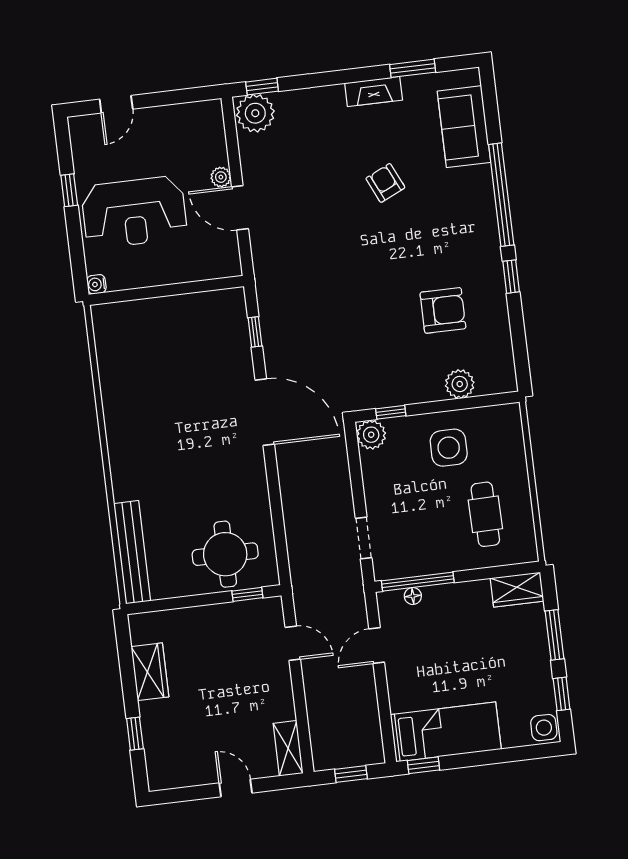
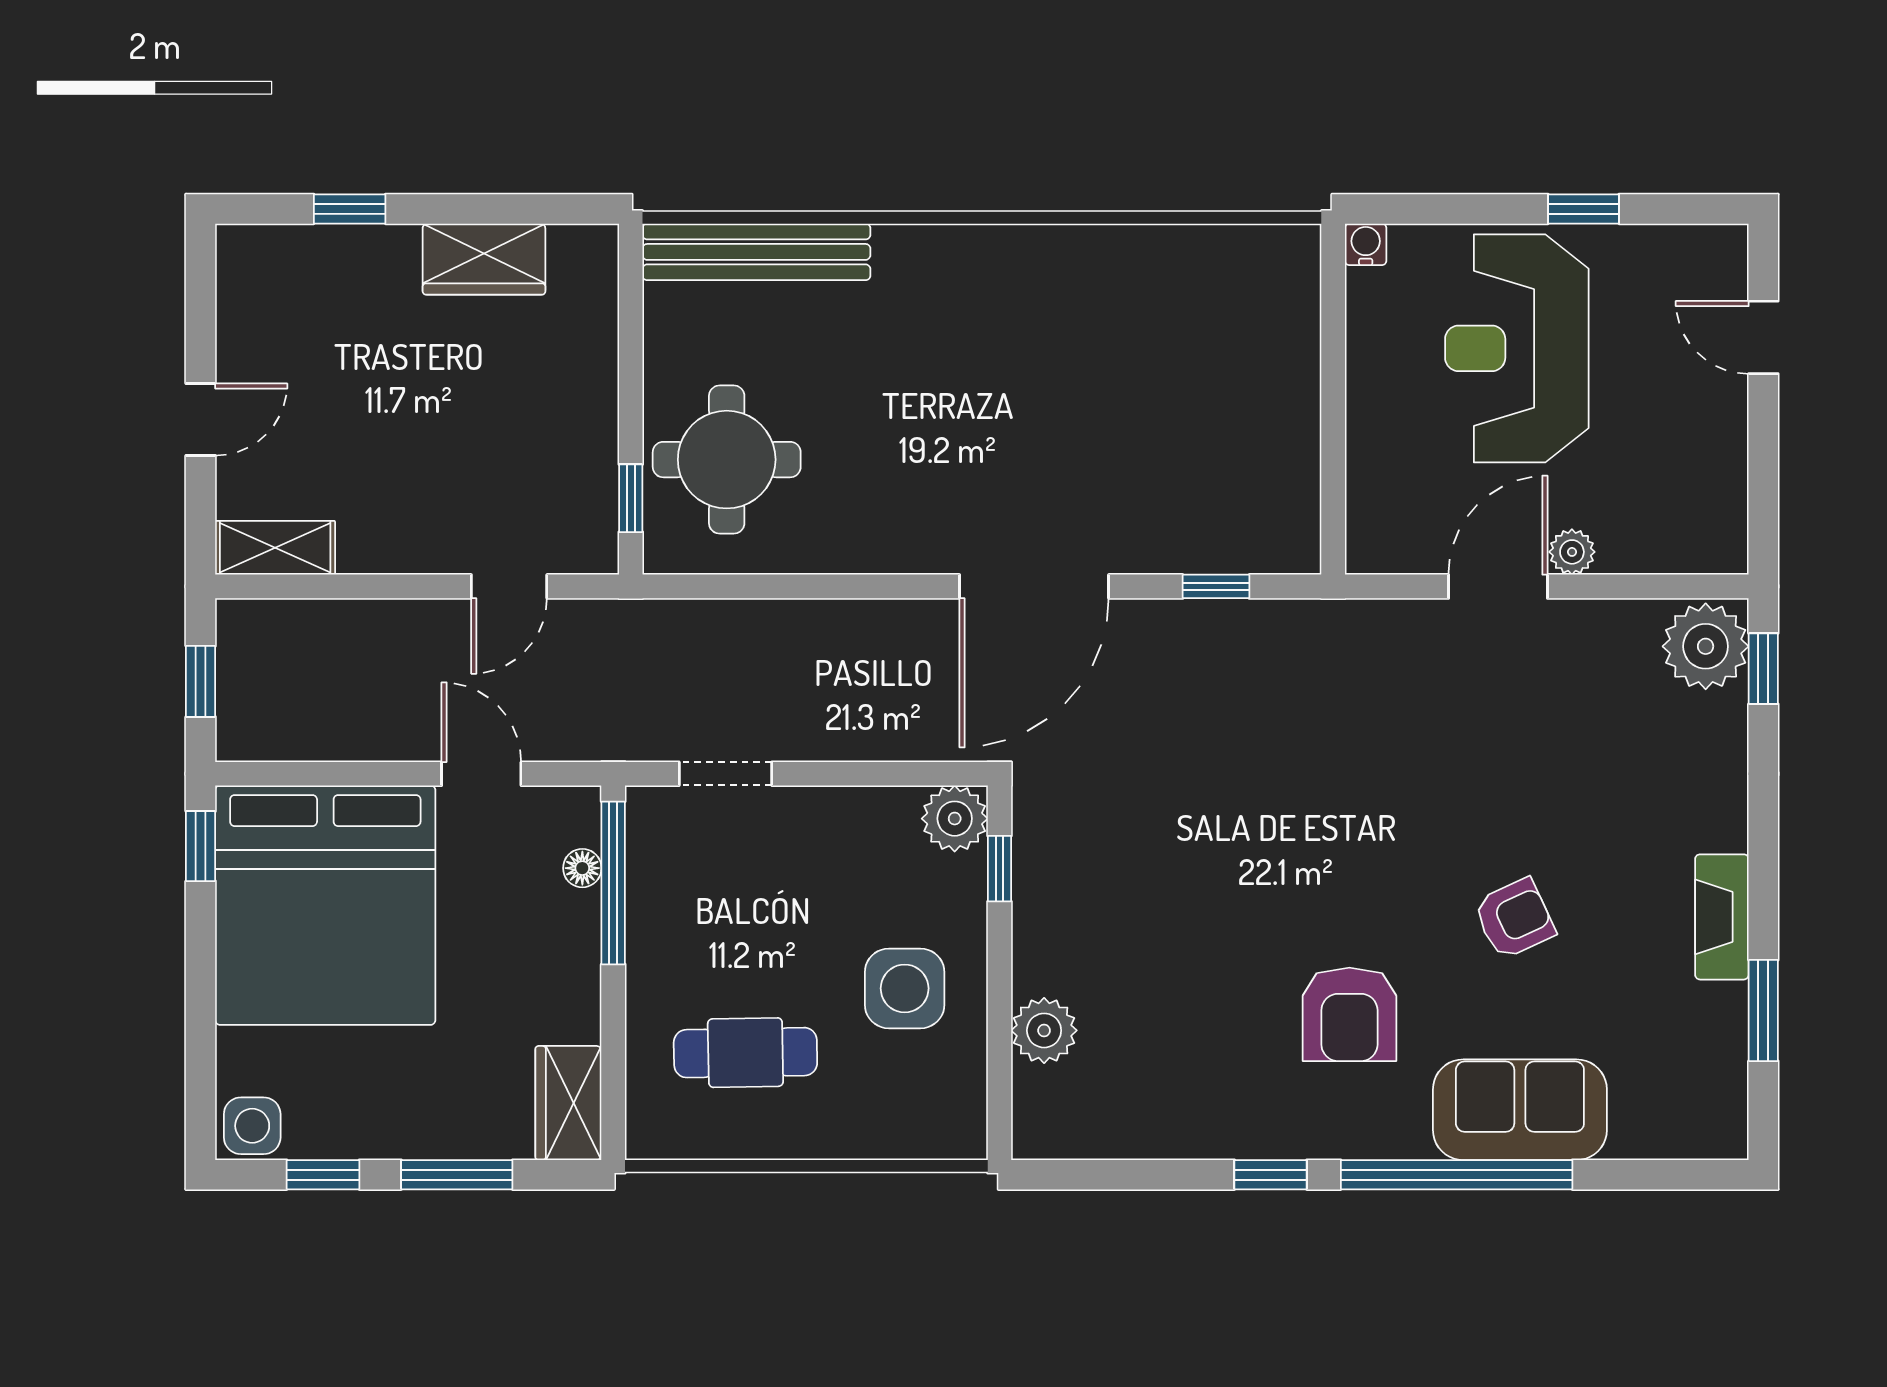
sofa: (464, 127) -> (1520, 1110), moved
armchair: (443, 310) -> (1349, 1014), moved
bed: (446, 732) -> (325, 905), width x2.04

